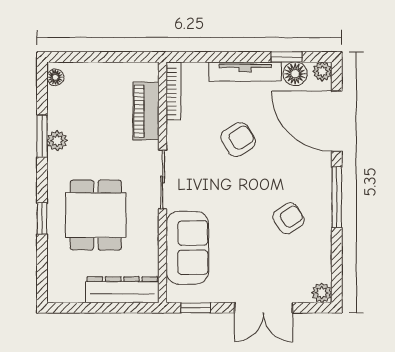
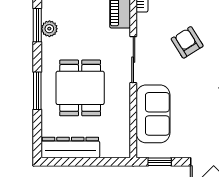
armchair: (238, 139) -> (187, 42), moved, turned -90
window: (42, 219) -> (37, 91), width x1.50
dresser: (122, 290) -> (70, 147), moved

